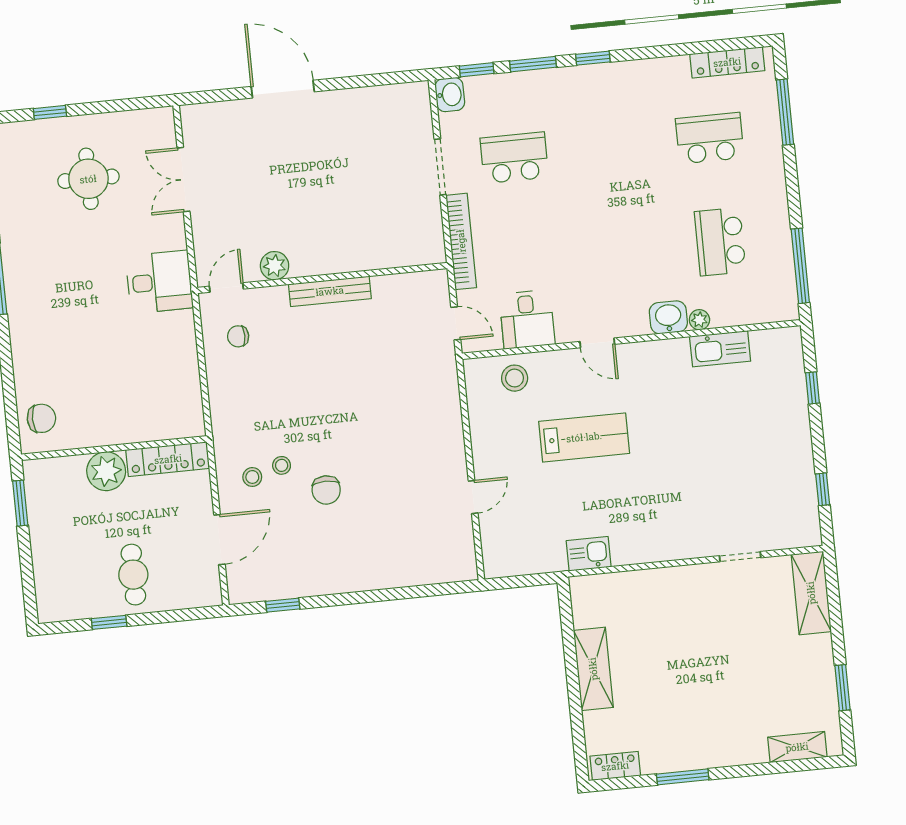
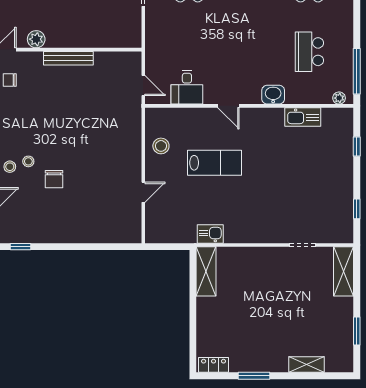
bookcase: (461, 241) -> (151, 36), removed
plant: (699, 320) -> (339, 98), moved
stool: (515, 378) -> (161, 146), moved
shelving: (593, 669) -> (206, 271), moved
shelving: (797, 747) -> (307, 365), moved

